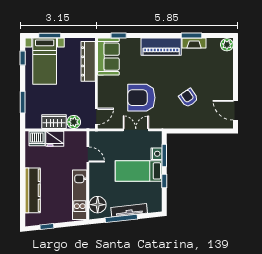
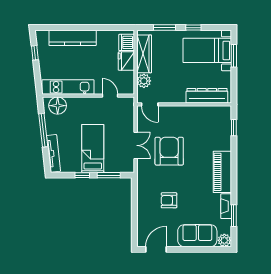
window: (191, 35) -> (234, 216), moved
sofa: (108, 57) -> (197, 236), moved, turned 180
window: (23, 58) -> (193, 28), moved
armchair: (188, 98) -> (169, 200), turned -145
wardrobe: (54, 122) -> (144, 54), width x1.50
door: (88, 154) -> (110, 96), swing flipped
nightstand: (156, 154) -> (111, 167), removed
tv unit: (129, 210) -> (53, 153), moved

